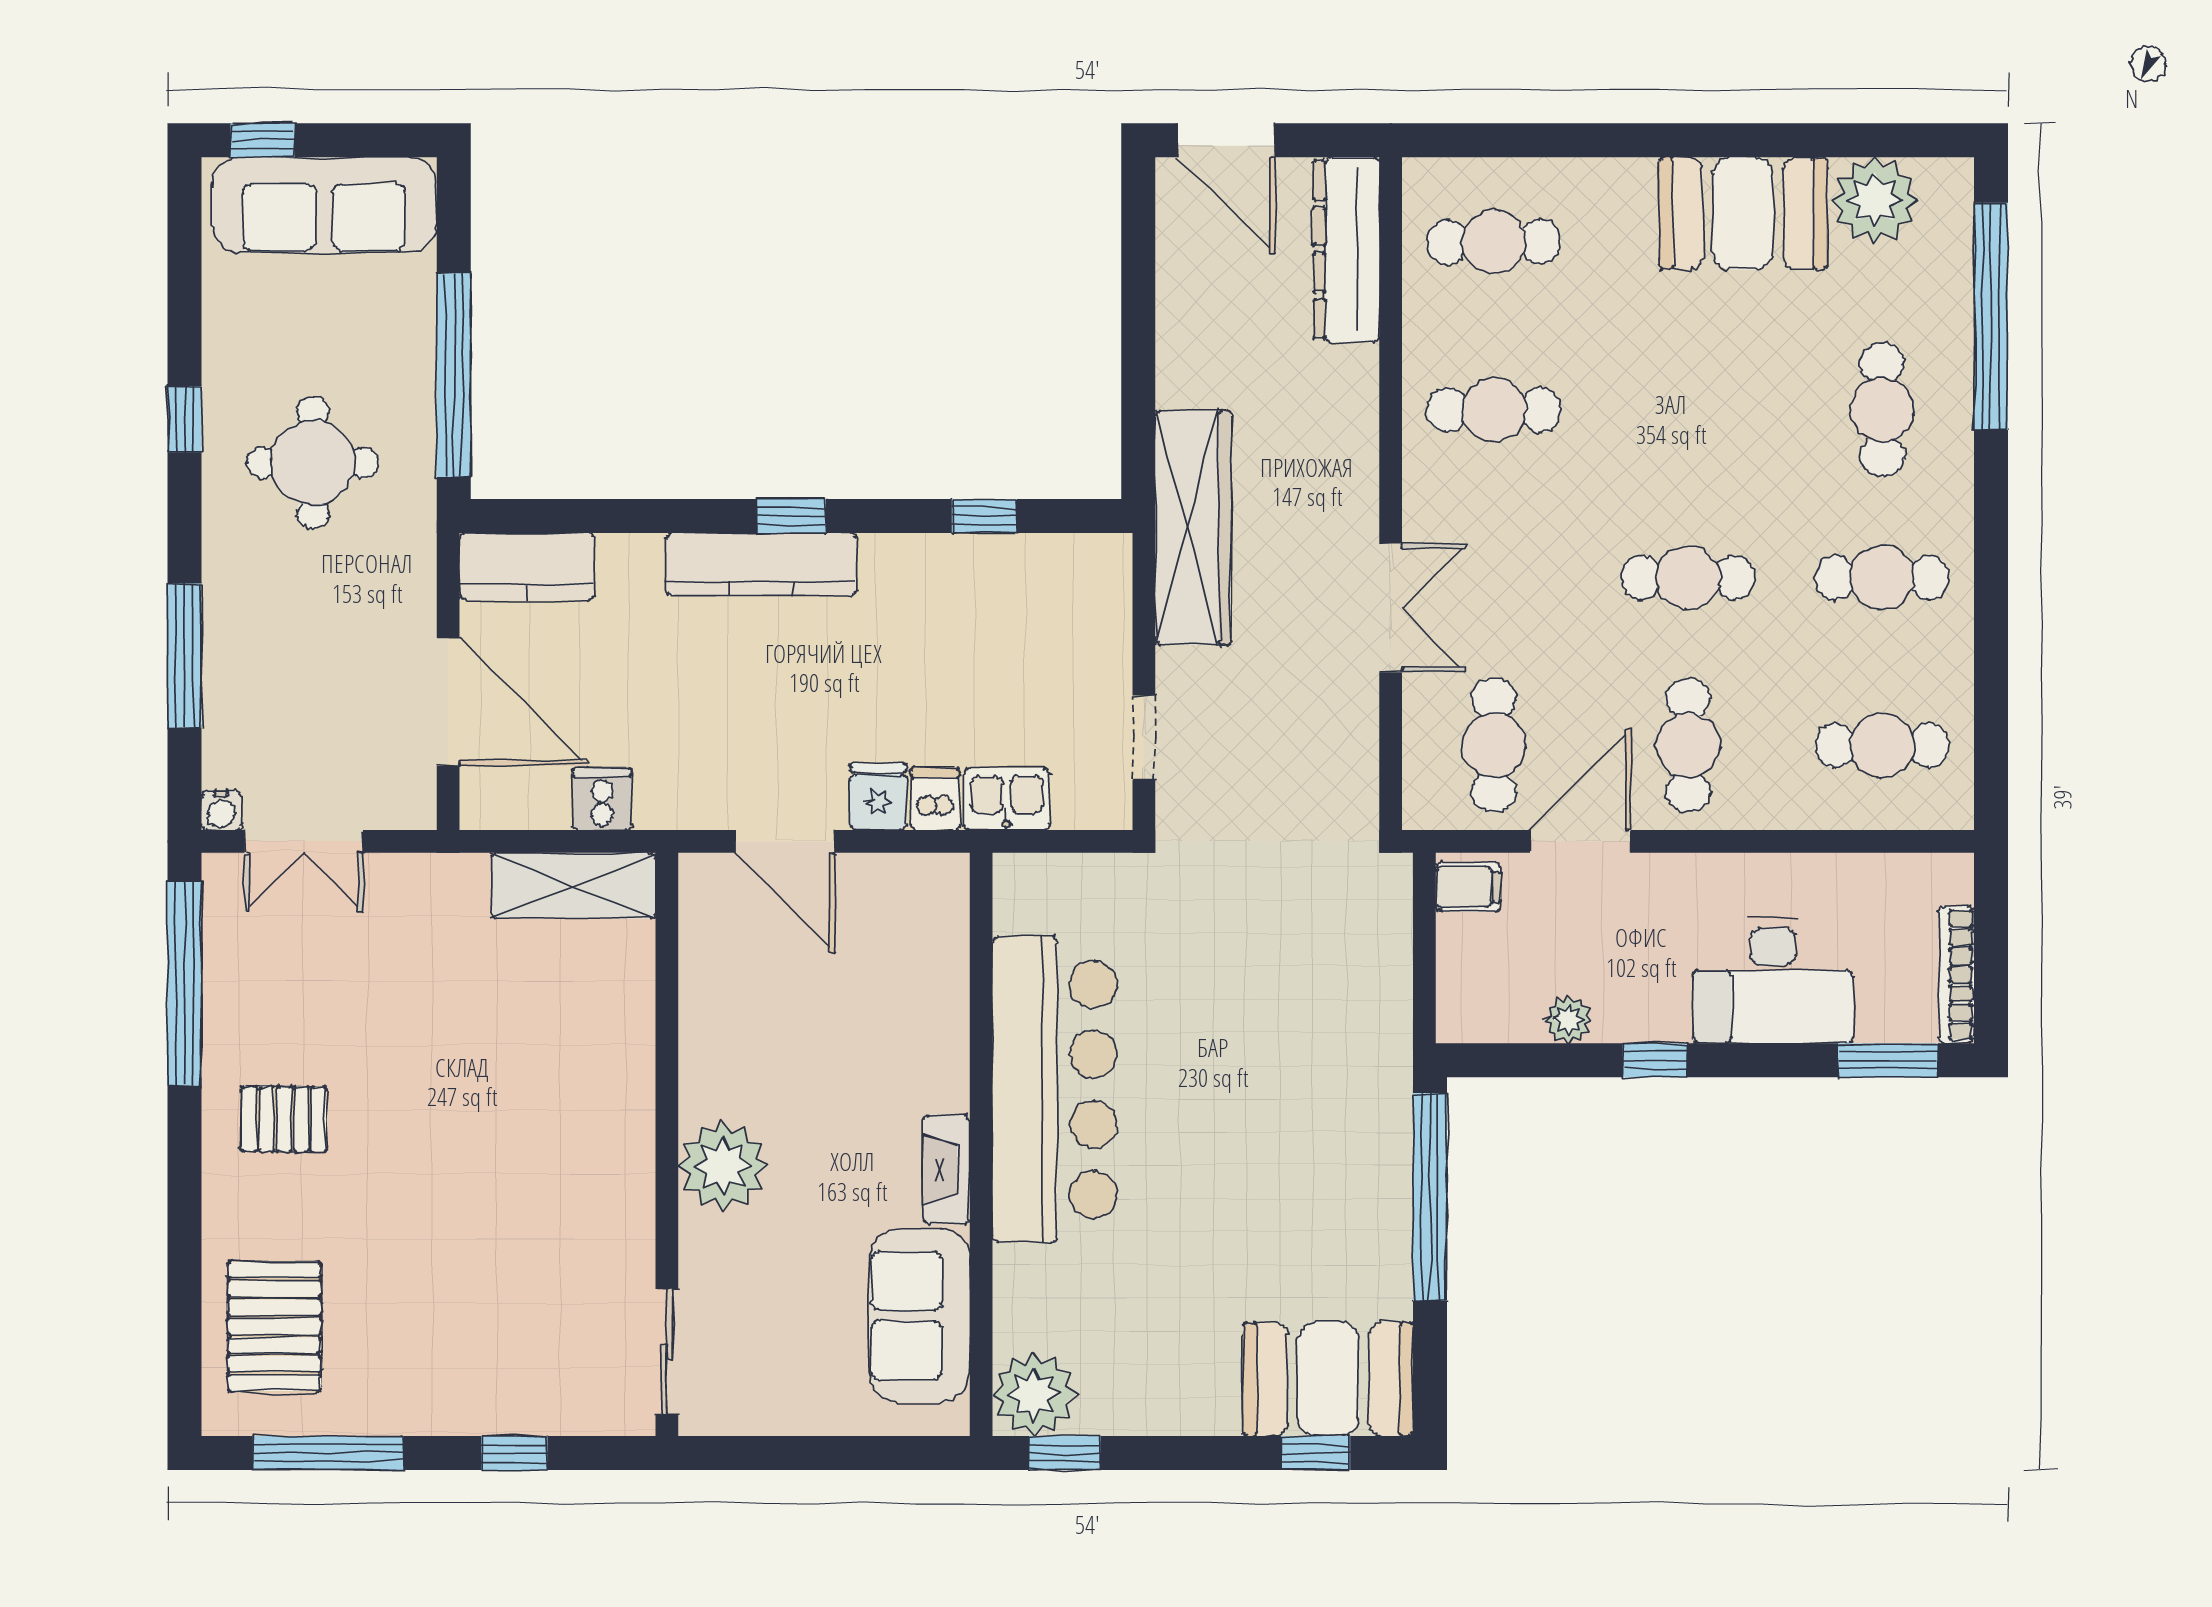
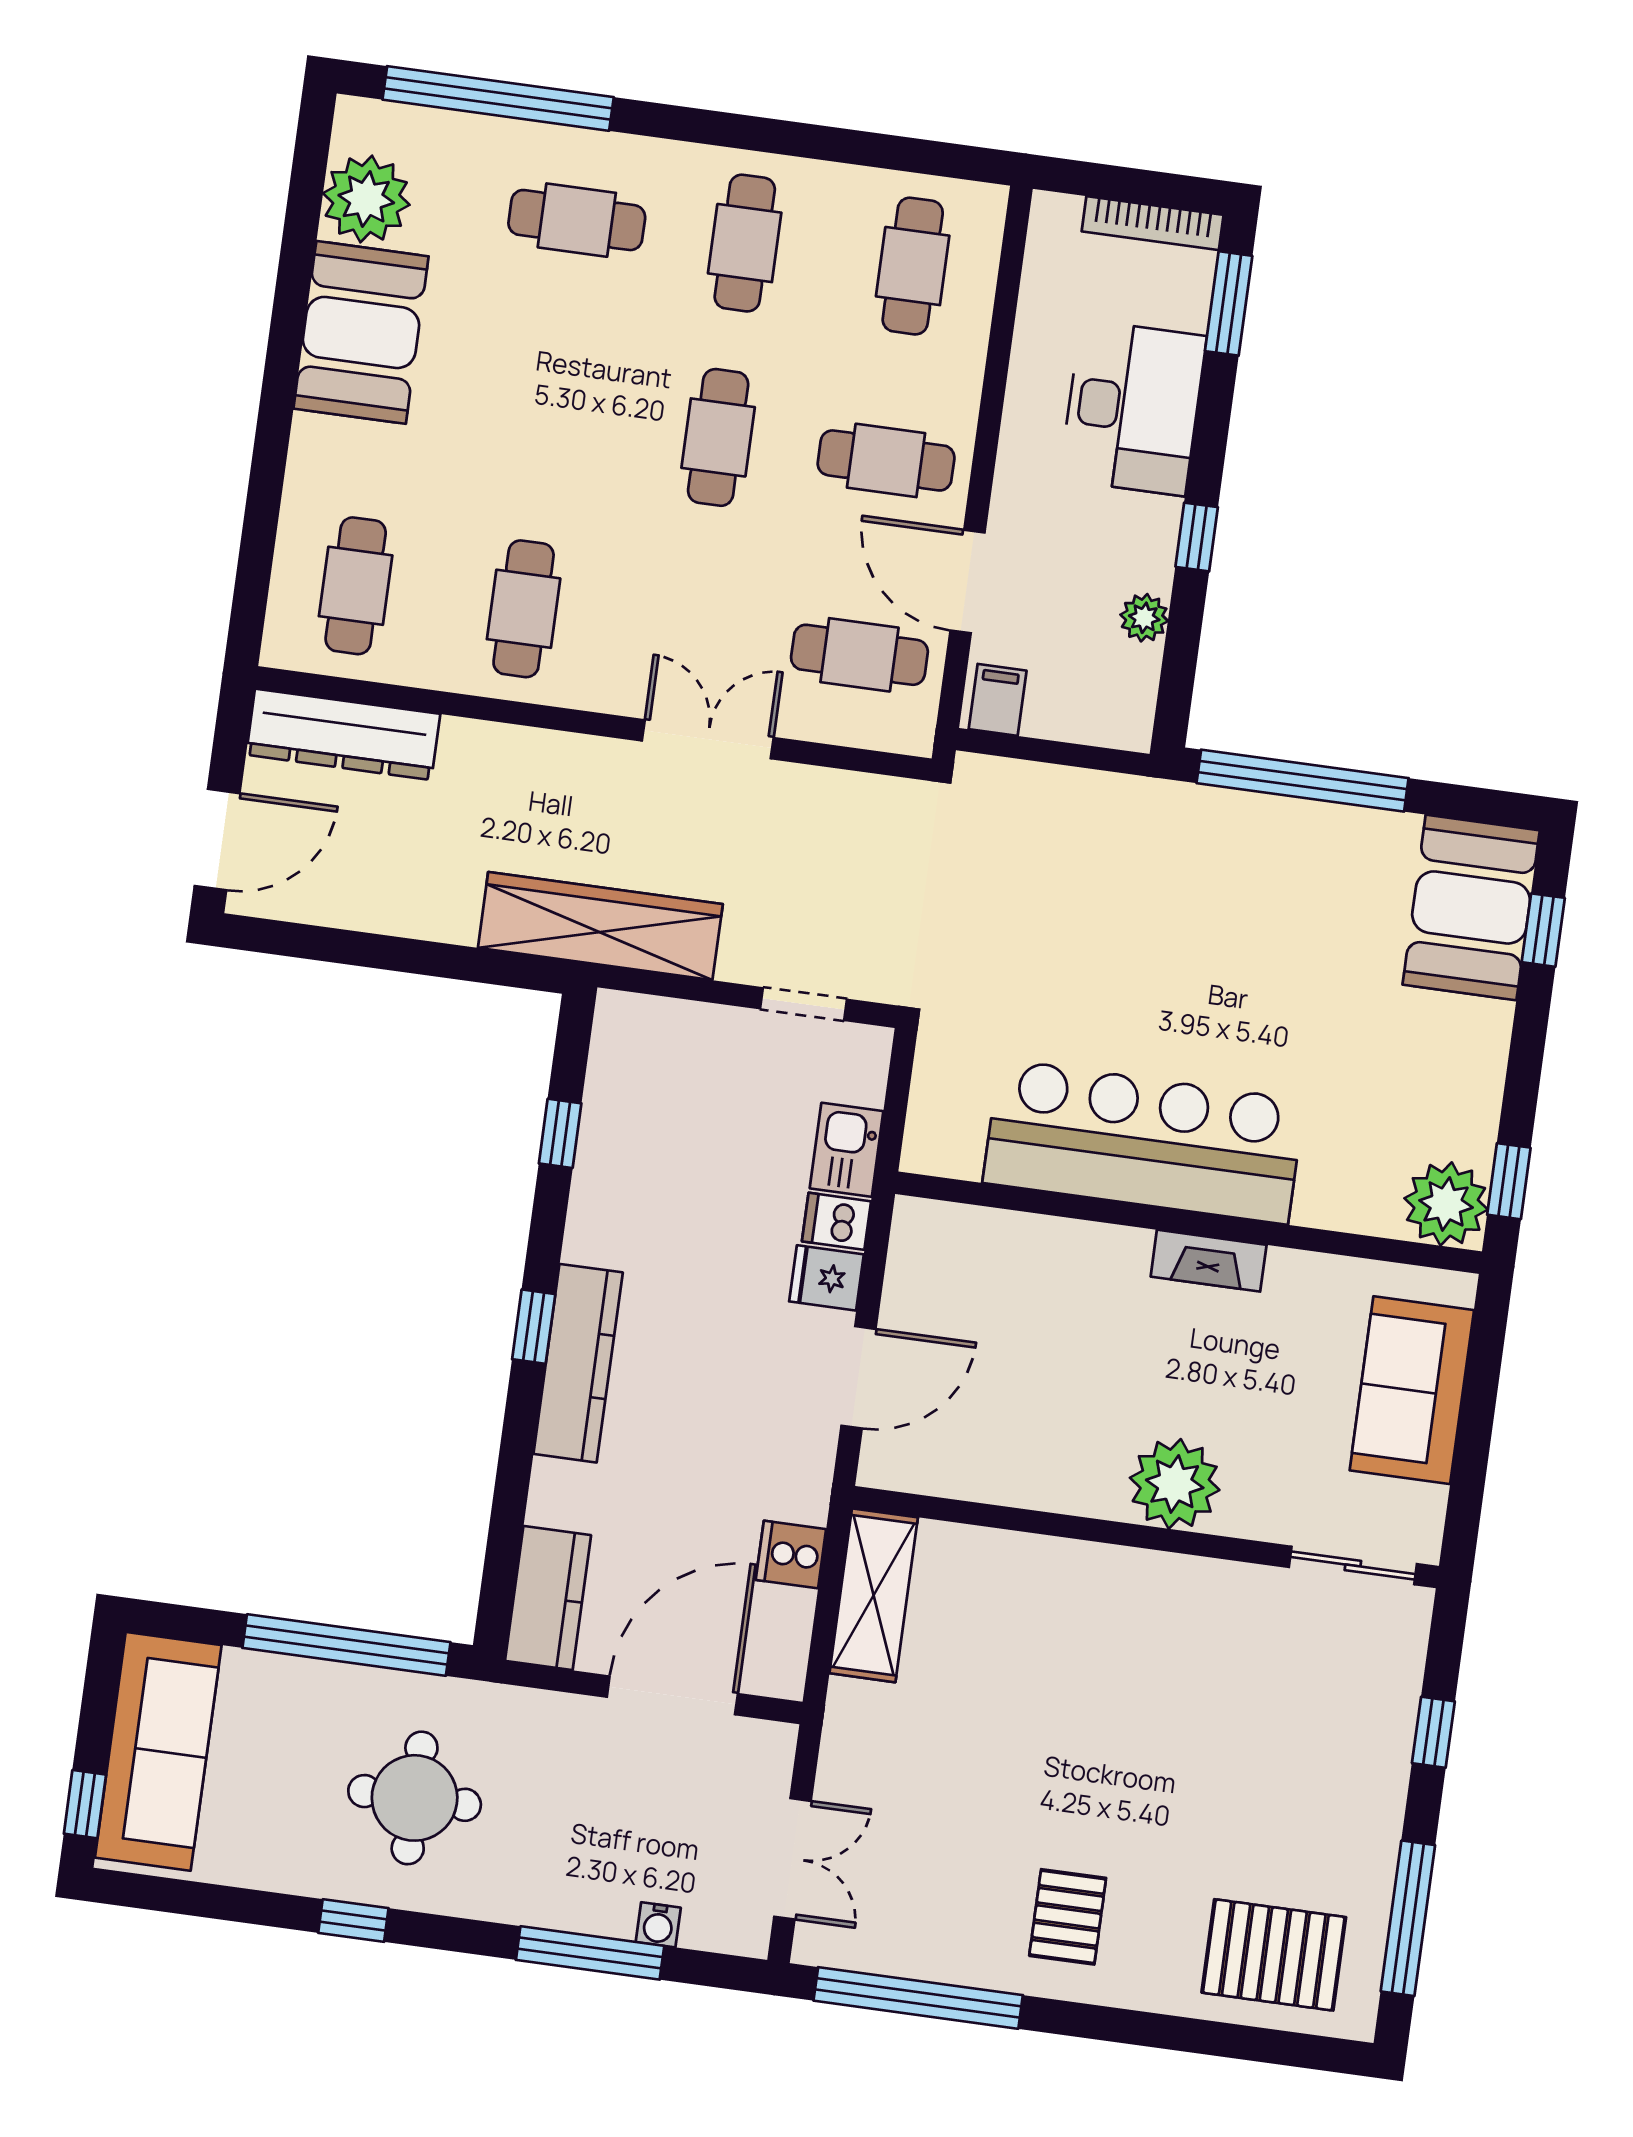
water cooler: (221, 810) -> (658, 1925), moved, turned 90
sofa: (920, 1315) -> (1412, 1390), moved, turned 90

